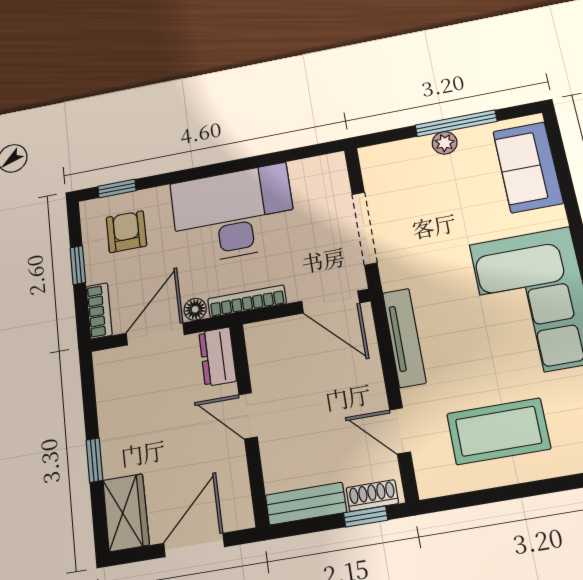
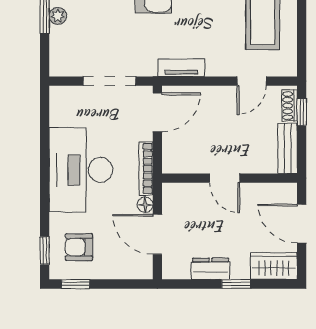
window: (78, 265) -> (76, 284), moved
bookcase: (99, 311) -> (134, 272), removed
tv unit: (404, 338) -> (181, 68), width x0.71
dresser: (218, 357) -> (211, 269), moved, turned 180
door: (248, 416) -> (225, 178), hinge flipped

